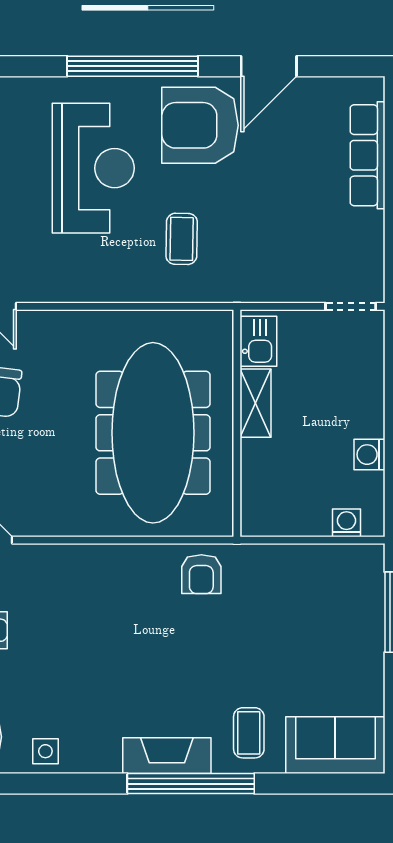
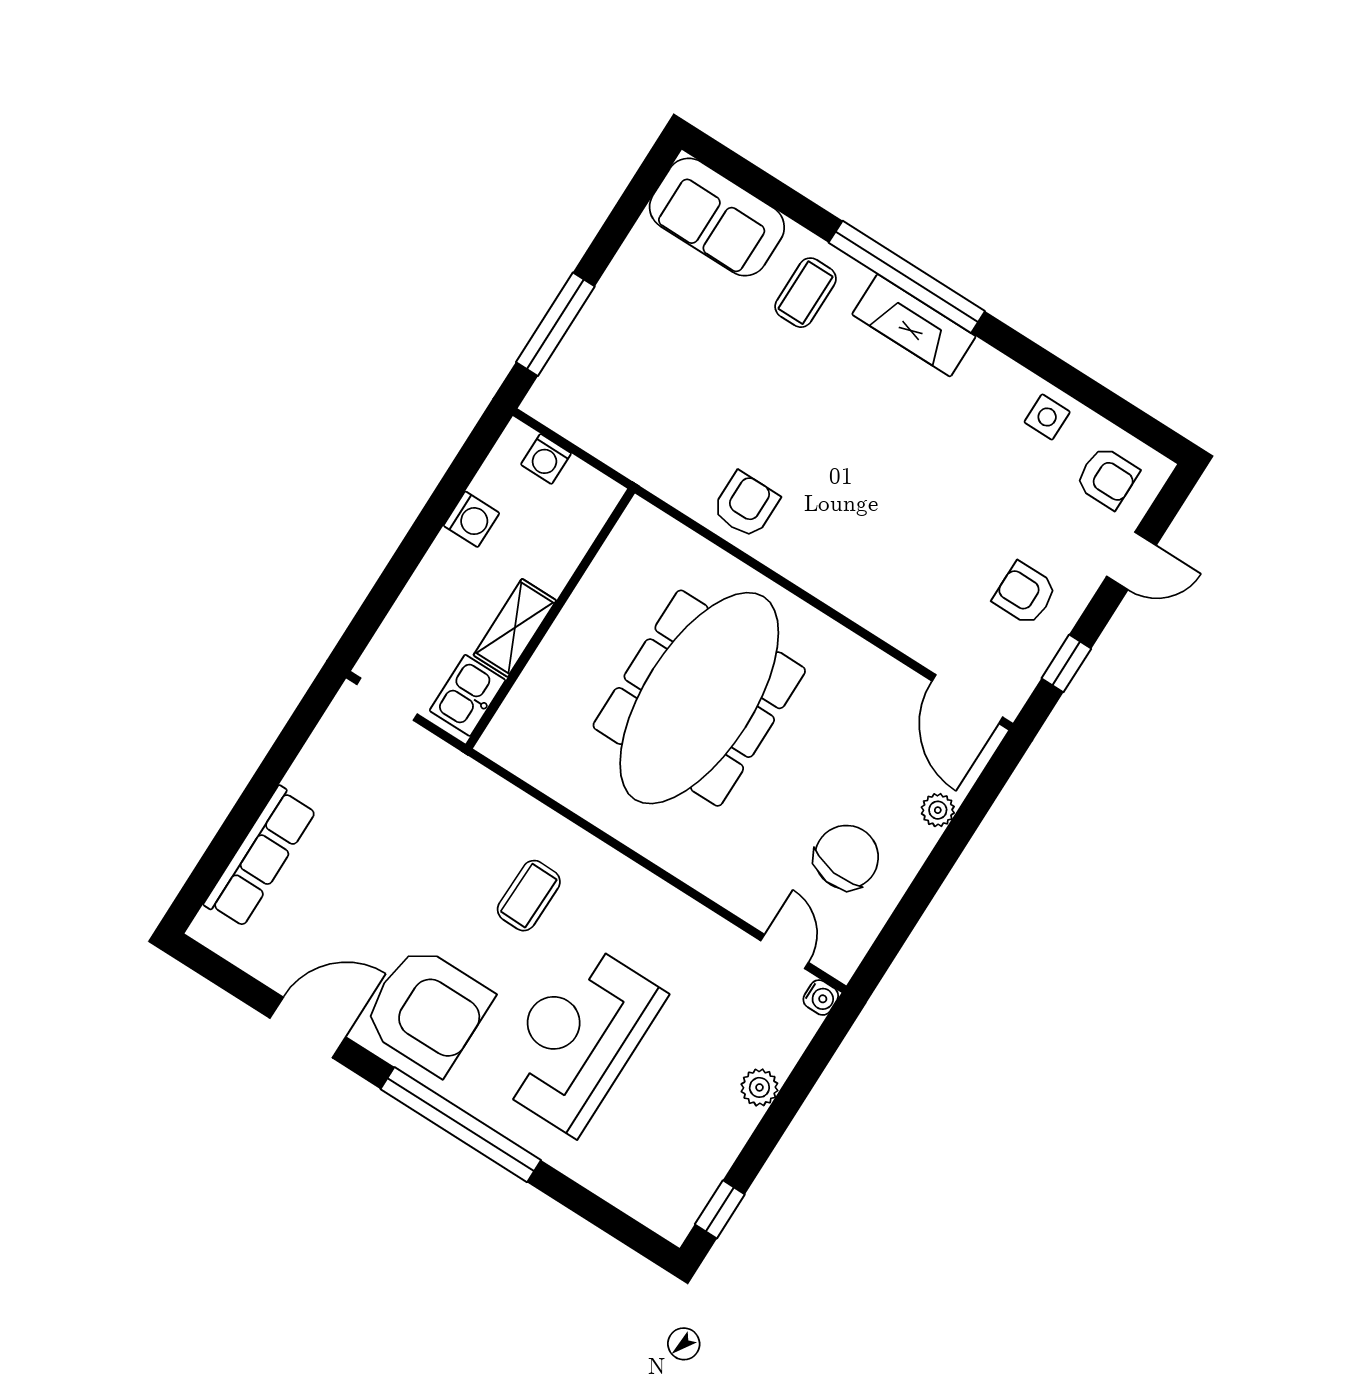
kitchen sink: (258, 341) -> (468, 695), moved
shelving: (255, 403) -> (515, 628), moved
wall: (237, 423) -> (550, 619), moved

